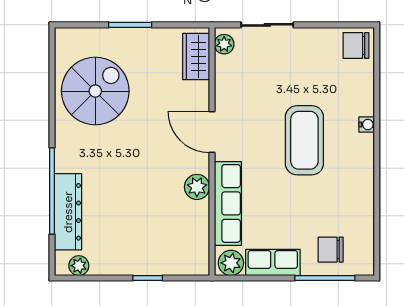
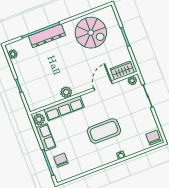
door: (212, 132) -> (103, 86), moved
dresser: (68, 212) -> (47, 36), moved

